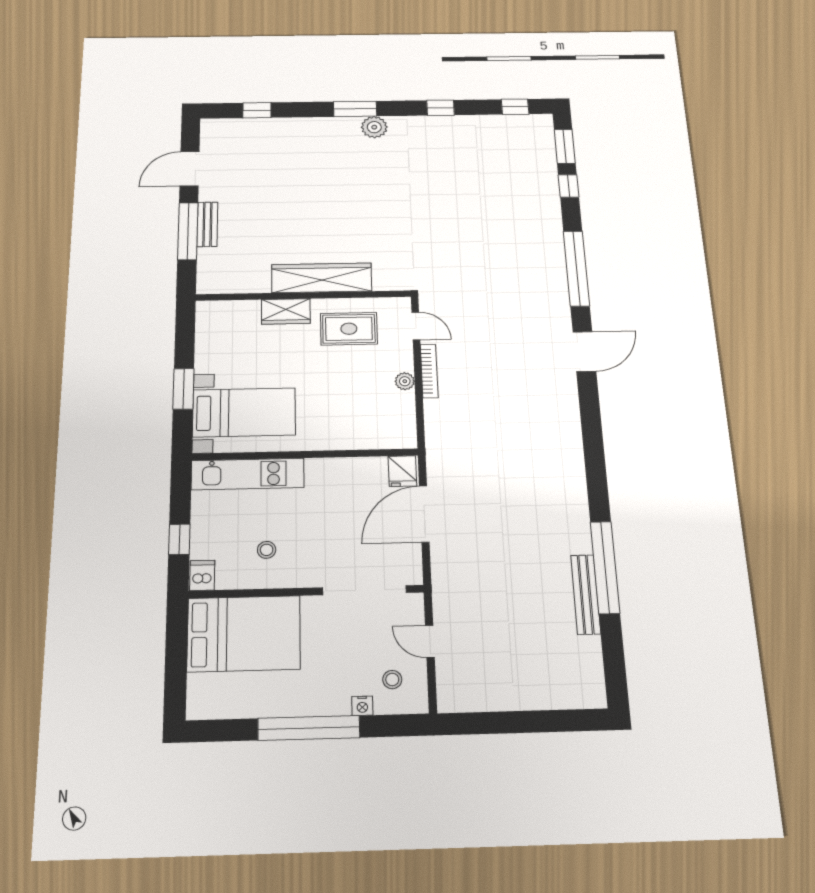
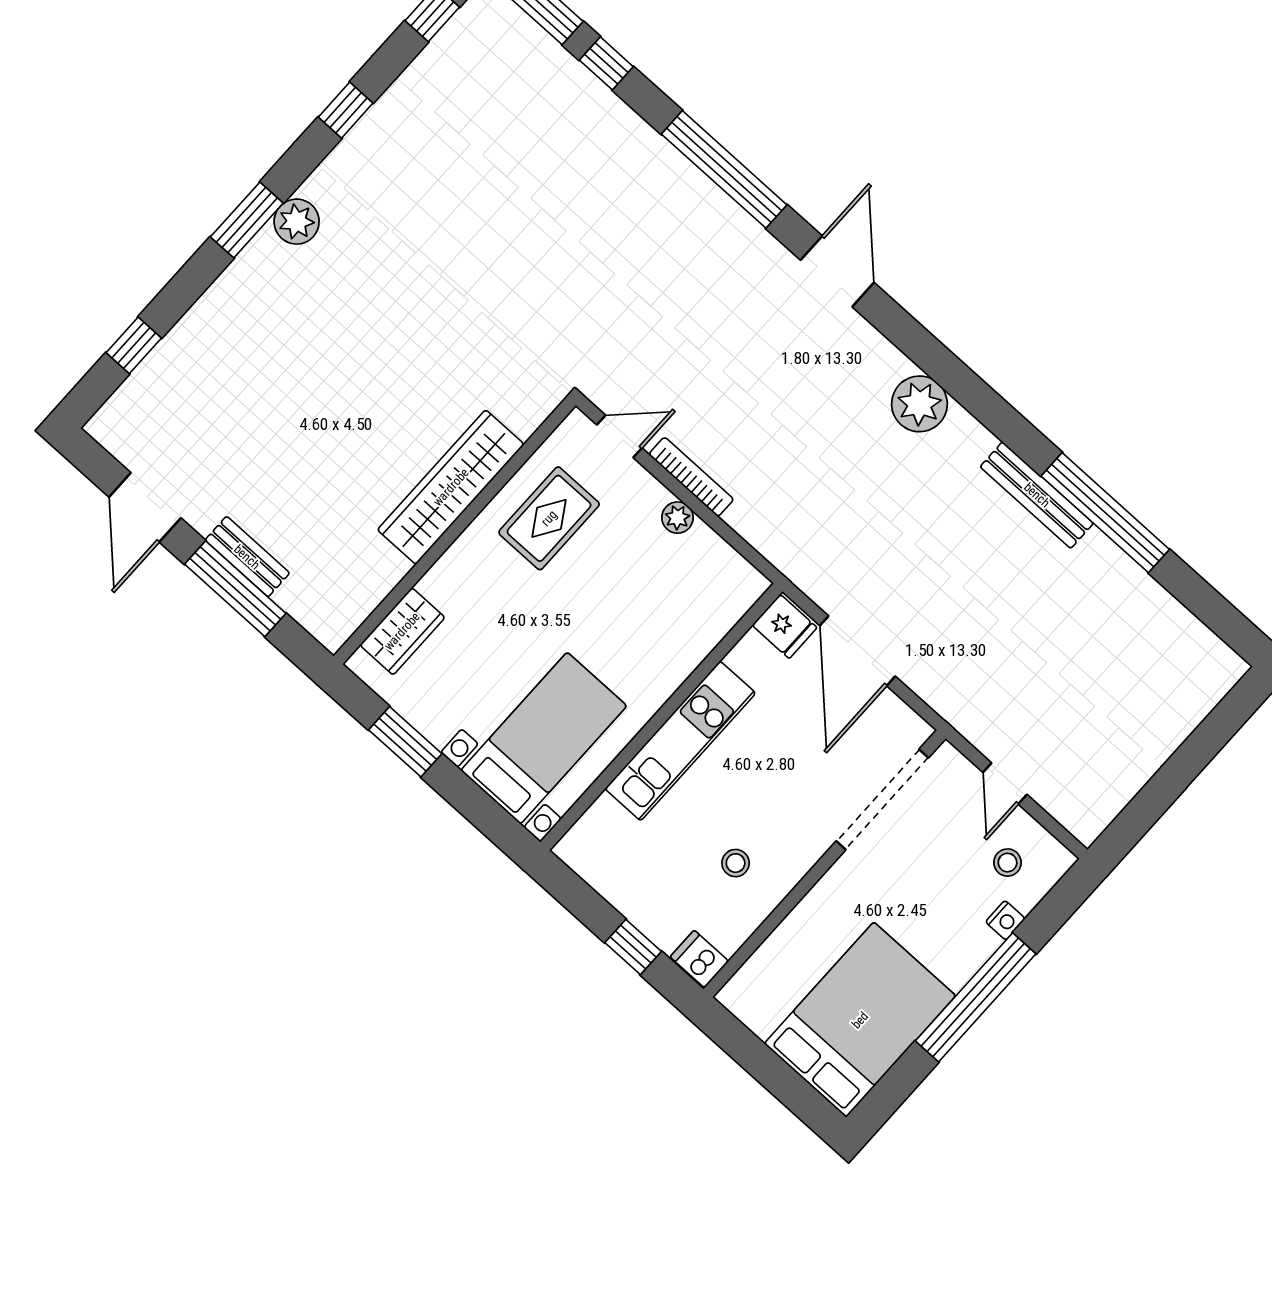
wardrobe: (286, 311) -> (402, 631), moved
window: (183, 389) -> (405, 742), moved
plant: (565, 438) -> (919, 404), added
kitchen unit: (248, 474) -> (680, 741), moved
bench: (586, 594) -> (1037, 495), moved
bed: (244, 634) -> (860, 1020), moved
door: (430, 641) -> (1005, 783), hinge flipped

